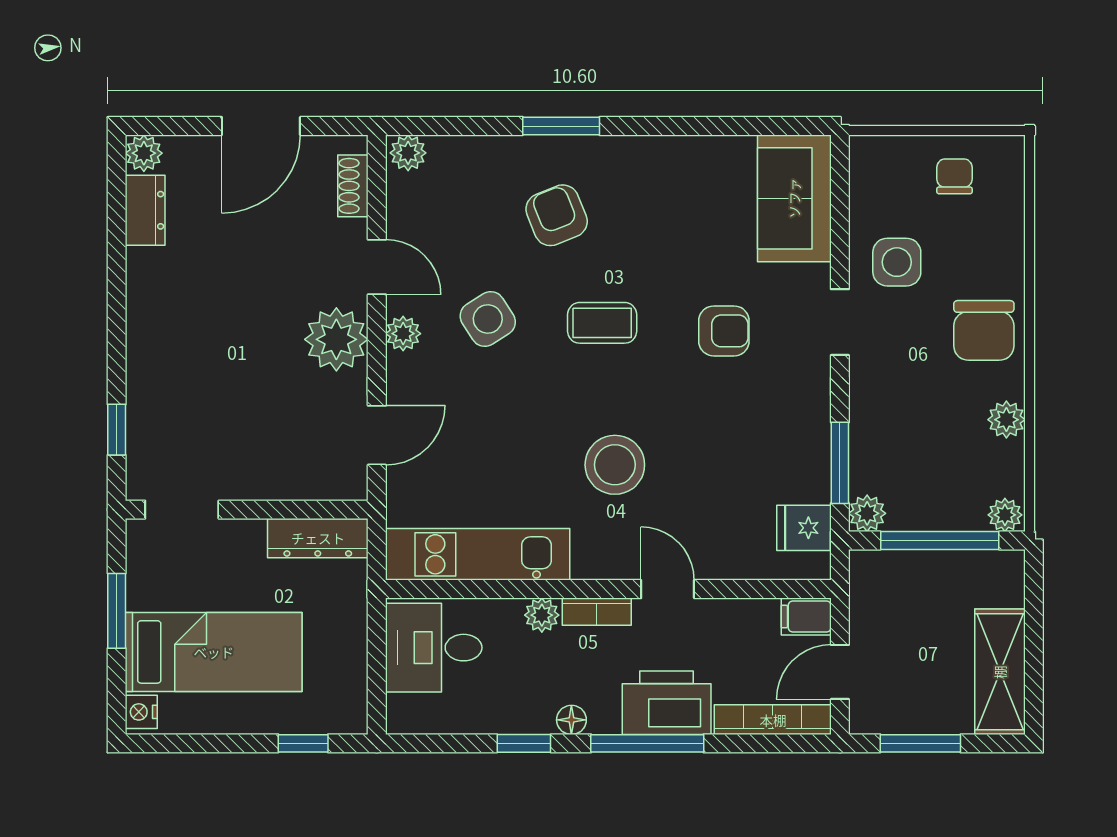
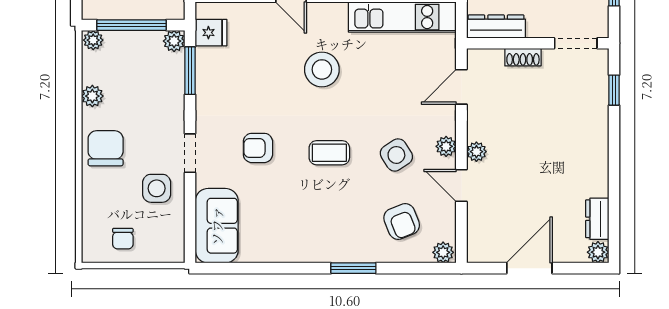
shoe rack: (353, 186) -> (523, 57), moved, turned 90
armchair: (557, 215) -> (402, 221), moved
plant: (336, 339) -> (476, 152), width x0.53, depth x0.53

